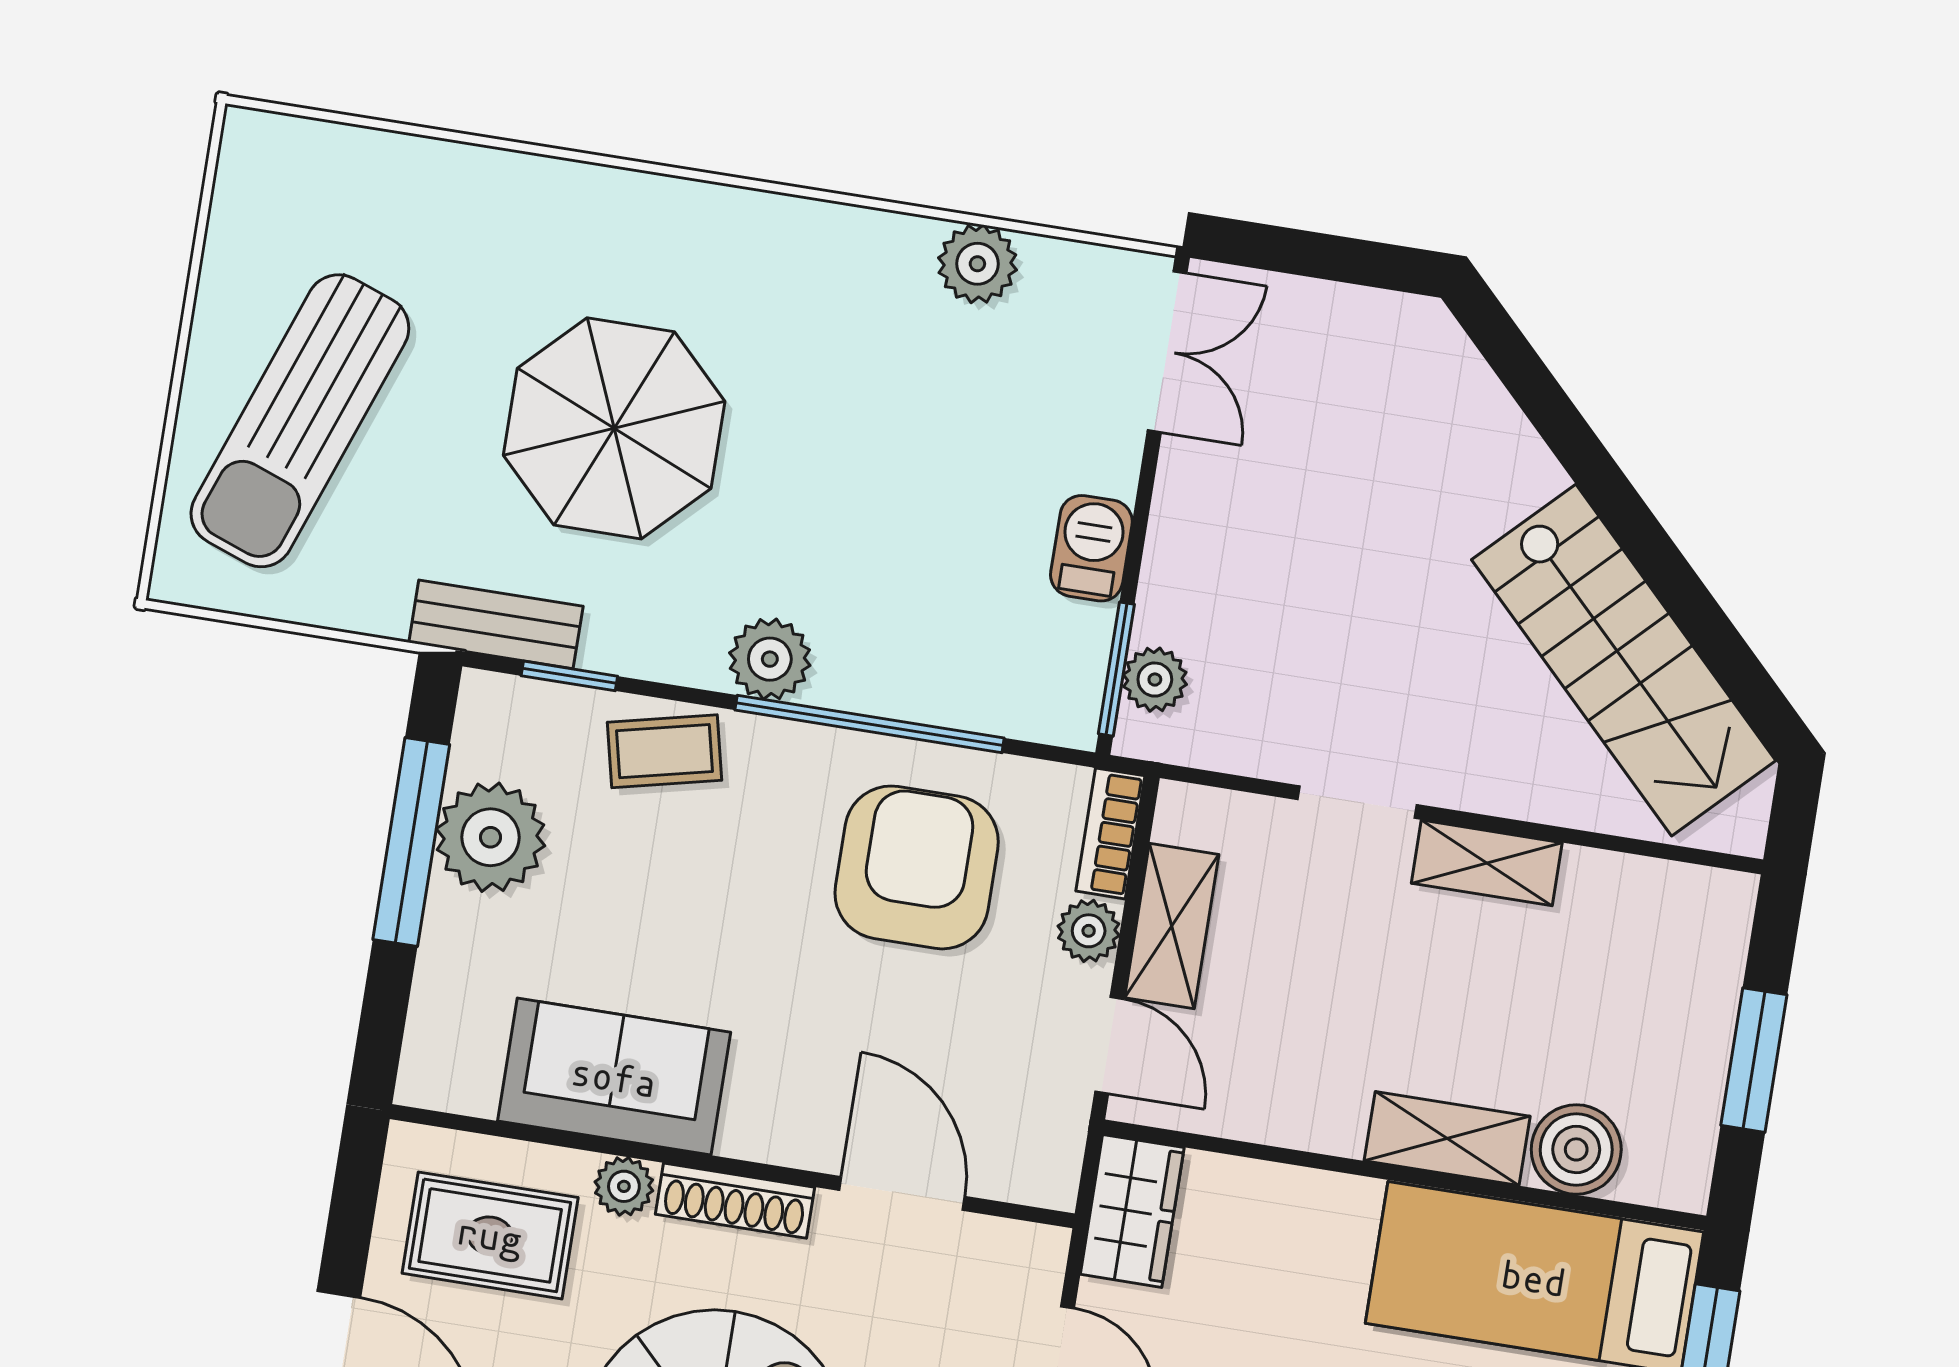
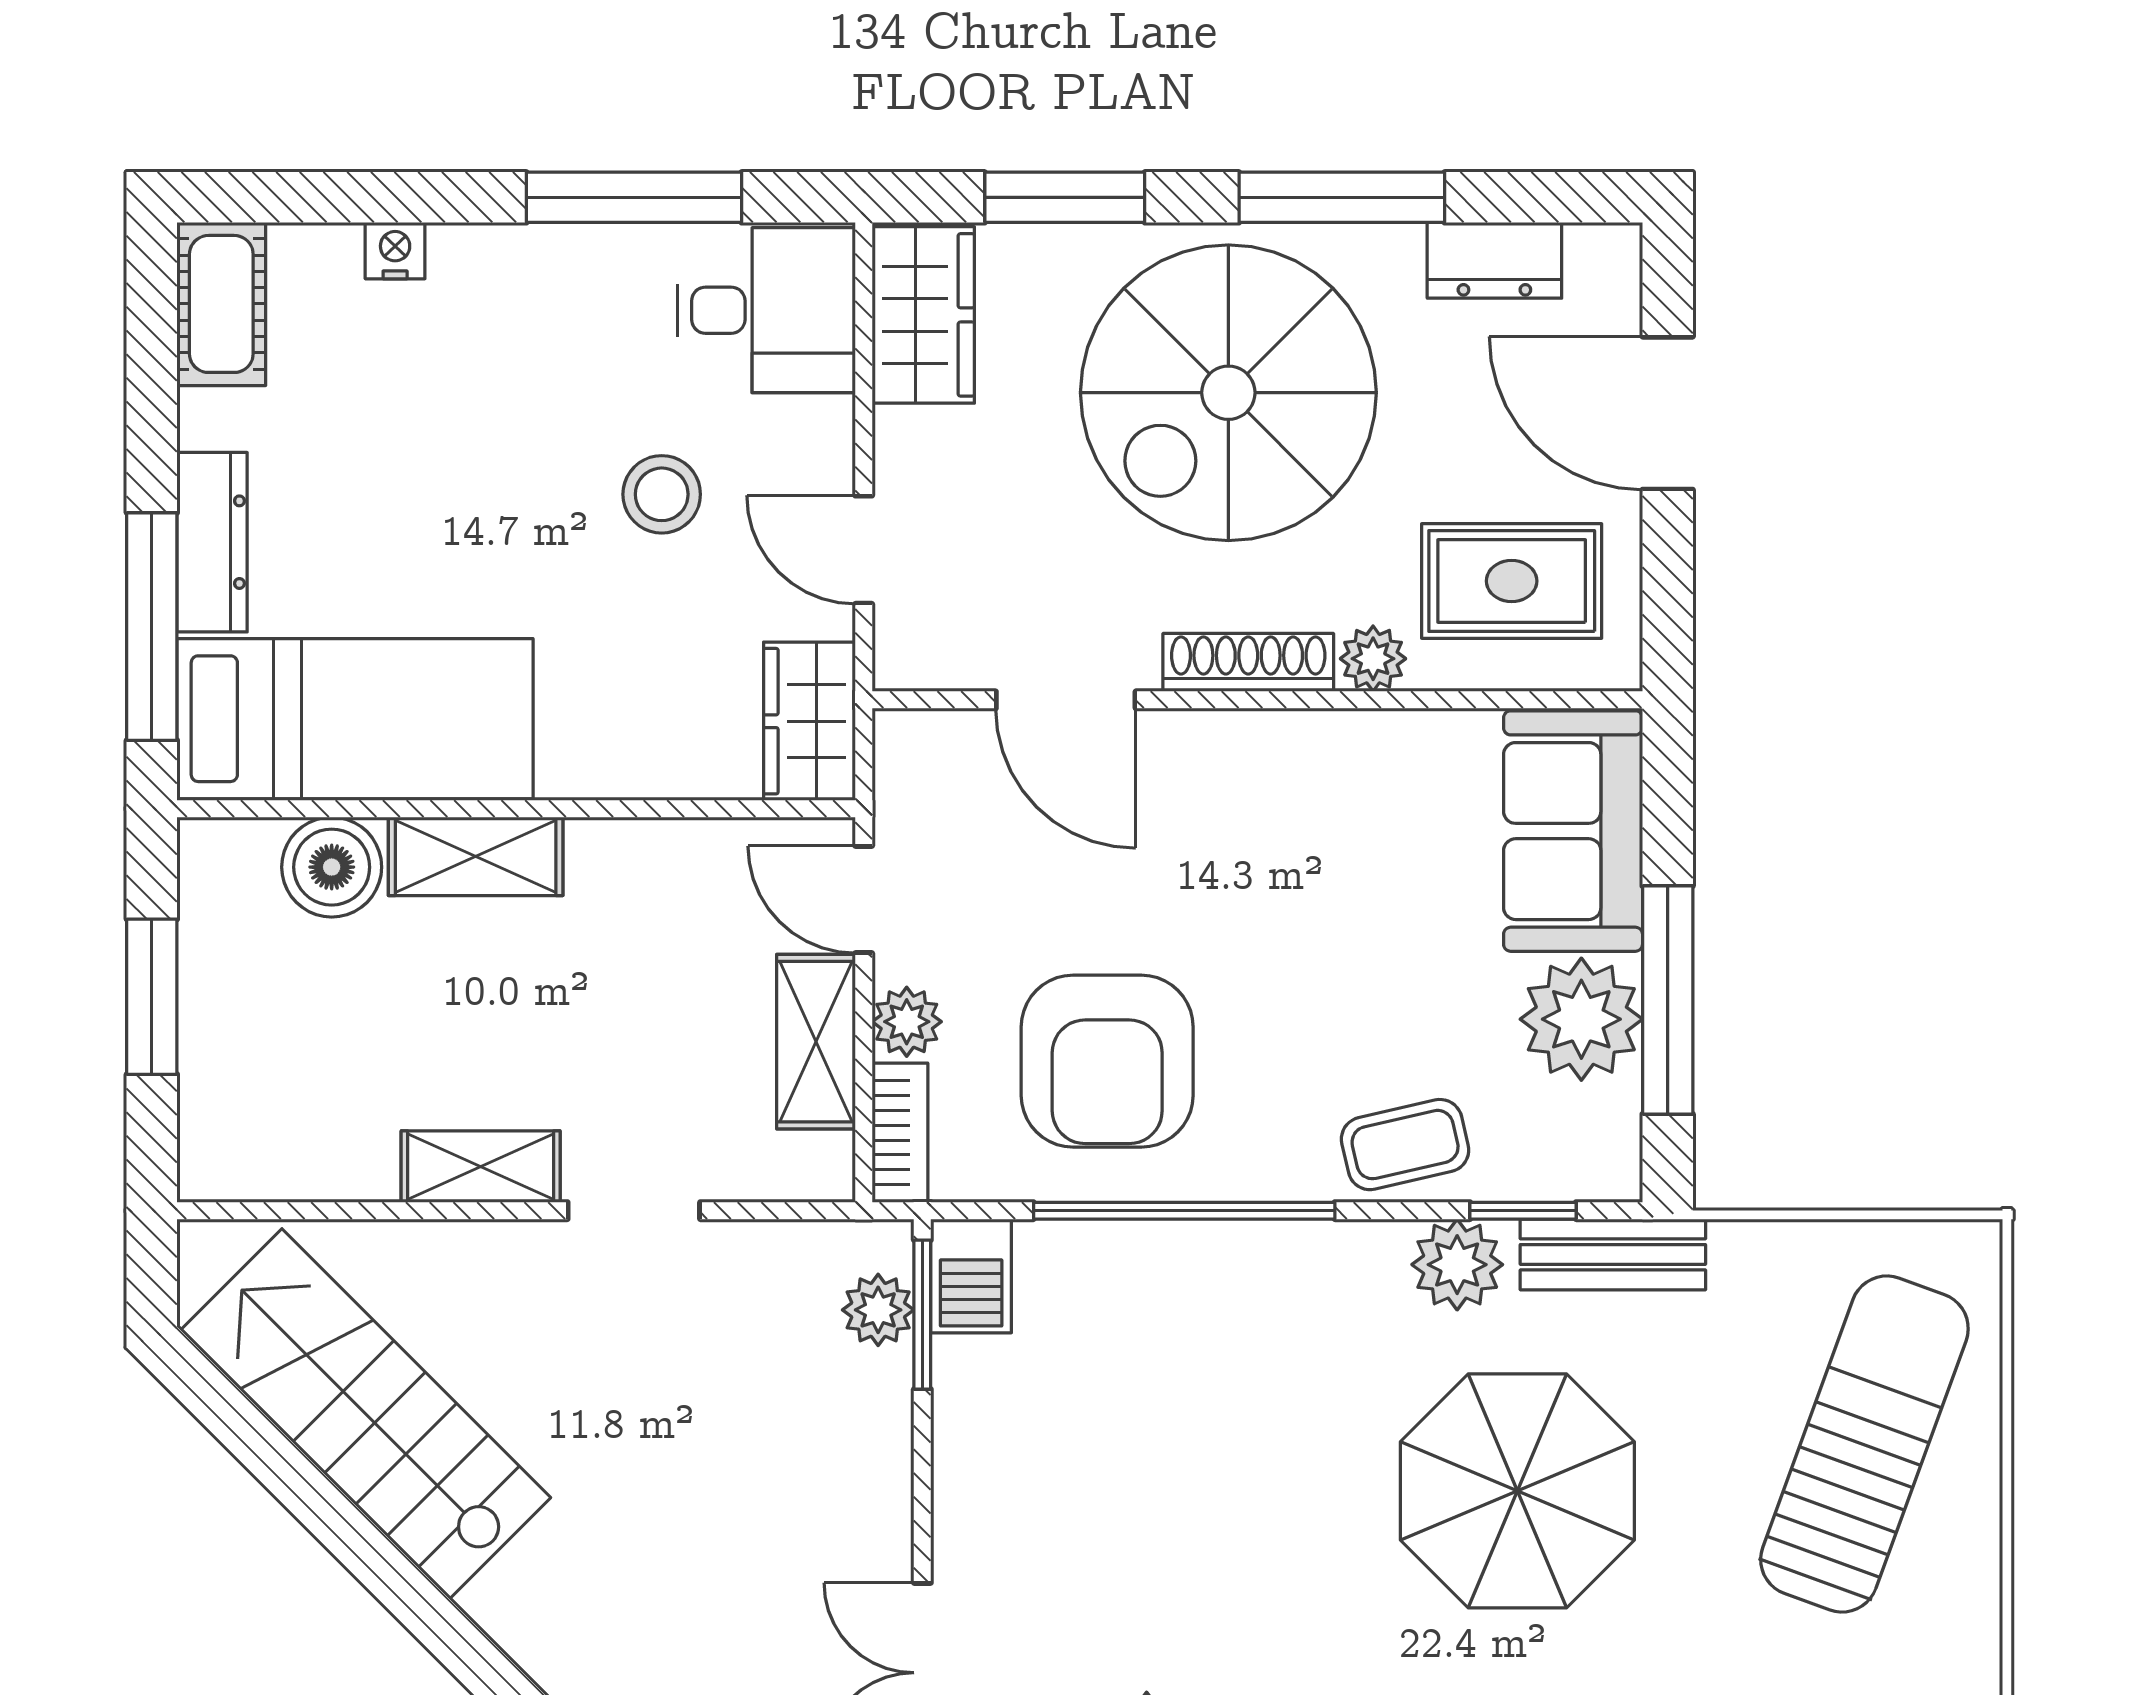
barbecue: (1091, 548) -> (971, 1276), moved
plant: (770, 659) -> (1457, 1265), moved
sofa: (614, 1077) -> (1573, 831), moved, turned 90

